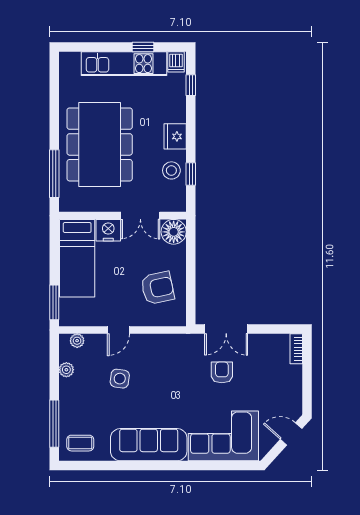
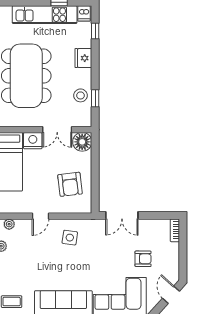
fridge: (175, 136) -> (83, 58), moved
armchair: (158, 288) -> (70, 184), turned 95
armchair: (222, 372) -> (143, 259), moved, turned 90
side table: (120, 379) -> (70, 238), moved
door: (291, 434) -> (171, 295), hinge flipped

